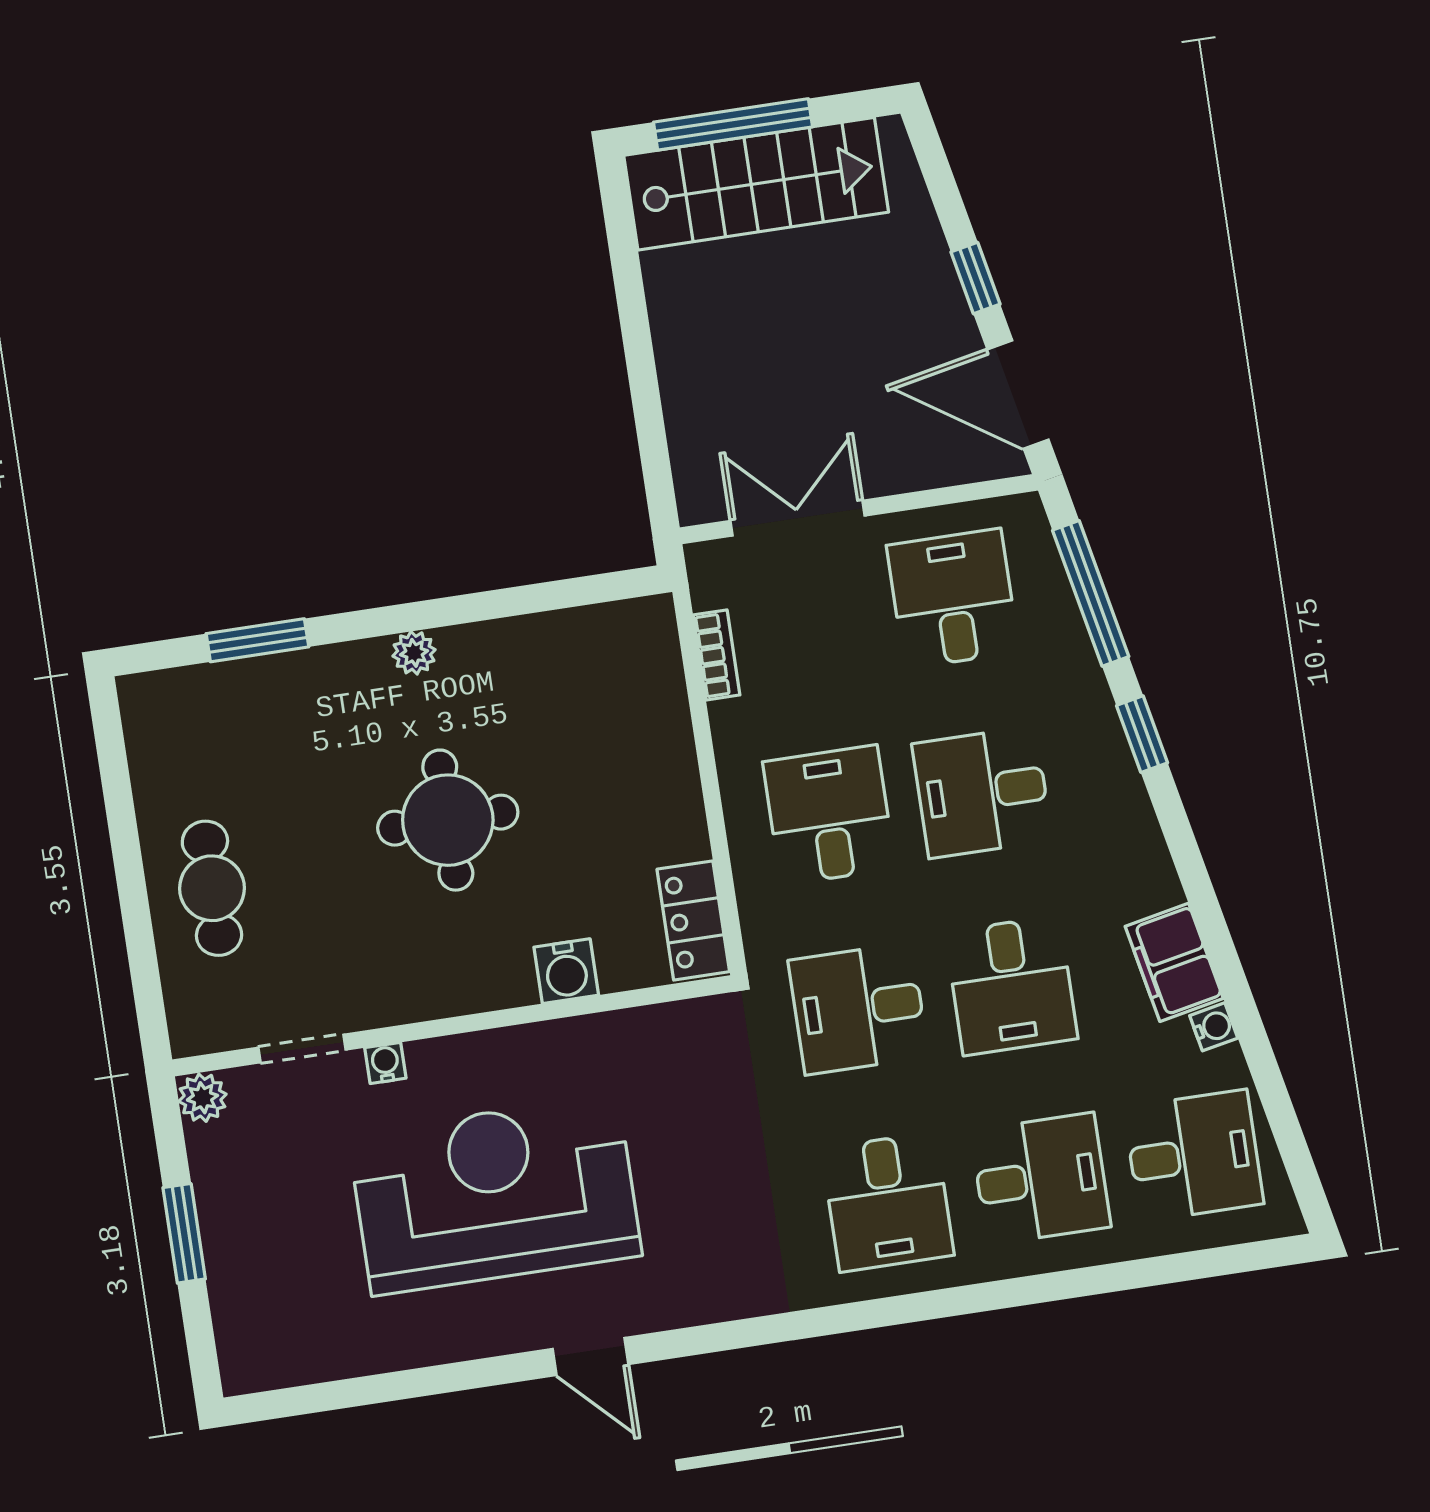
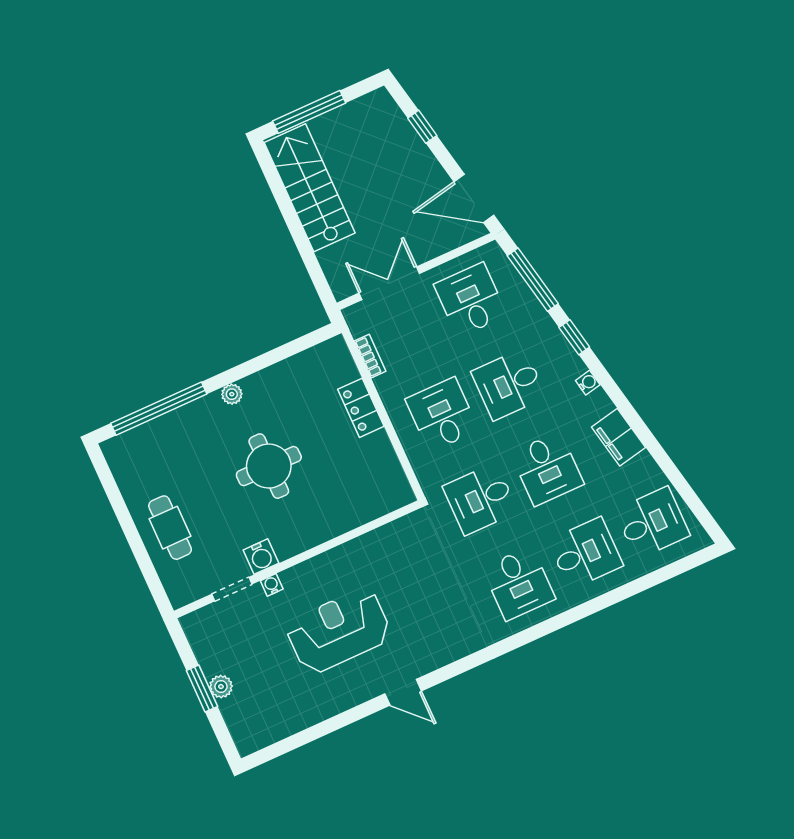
stairs: (756, 184) -> (310, 188), moved, turned -90
window: (975, 278) -> (422, 127), moved
window: (257, 640) -> (159, 409), width x2.11
locker: (693, 920) -> (361, 408), moved
water cooler: (566, 971) -> (261, 557), moved
water cooler: (1214, 1027) -> (588, 383), moved
plant: (202, 1098) -> (221, 687), moved
reception desk: (495, 1195) -> (339, 631), width x0.74, depth x0.77

